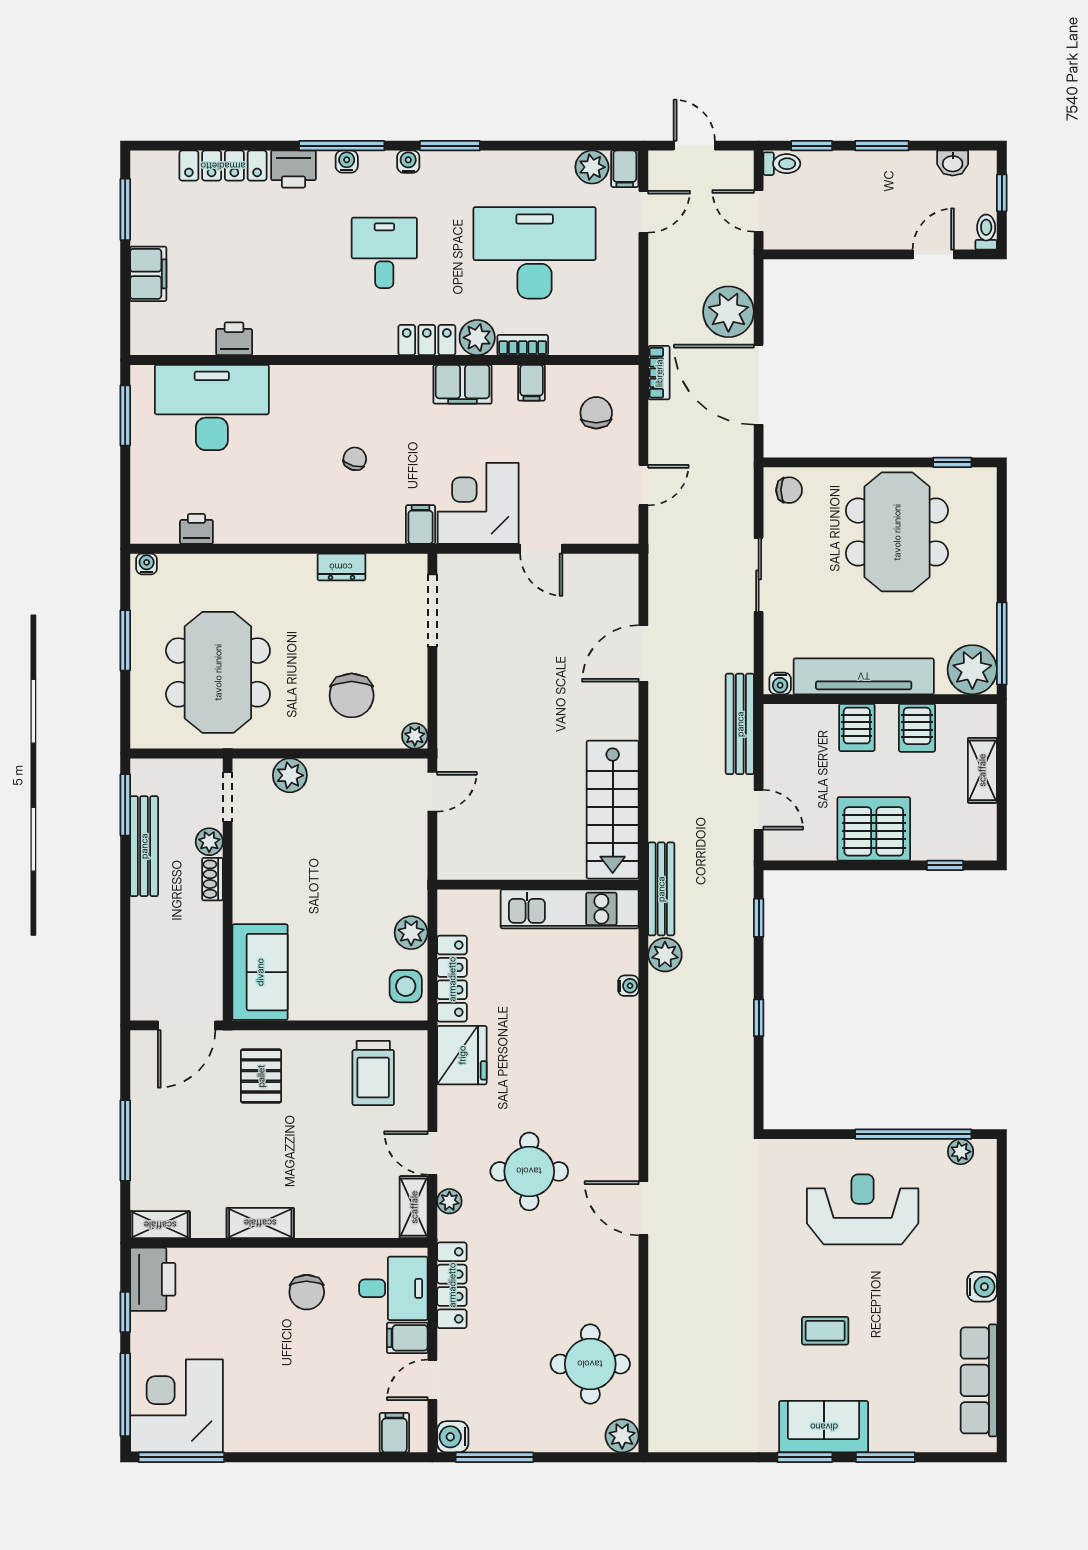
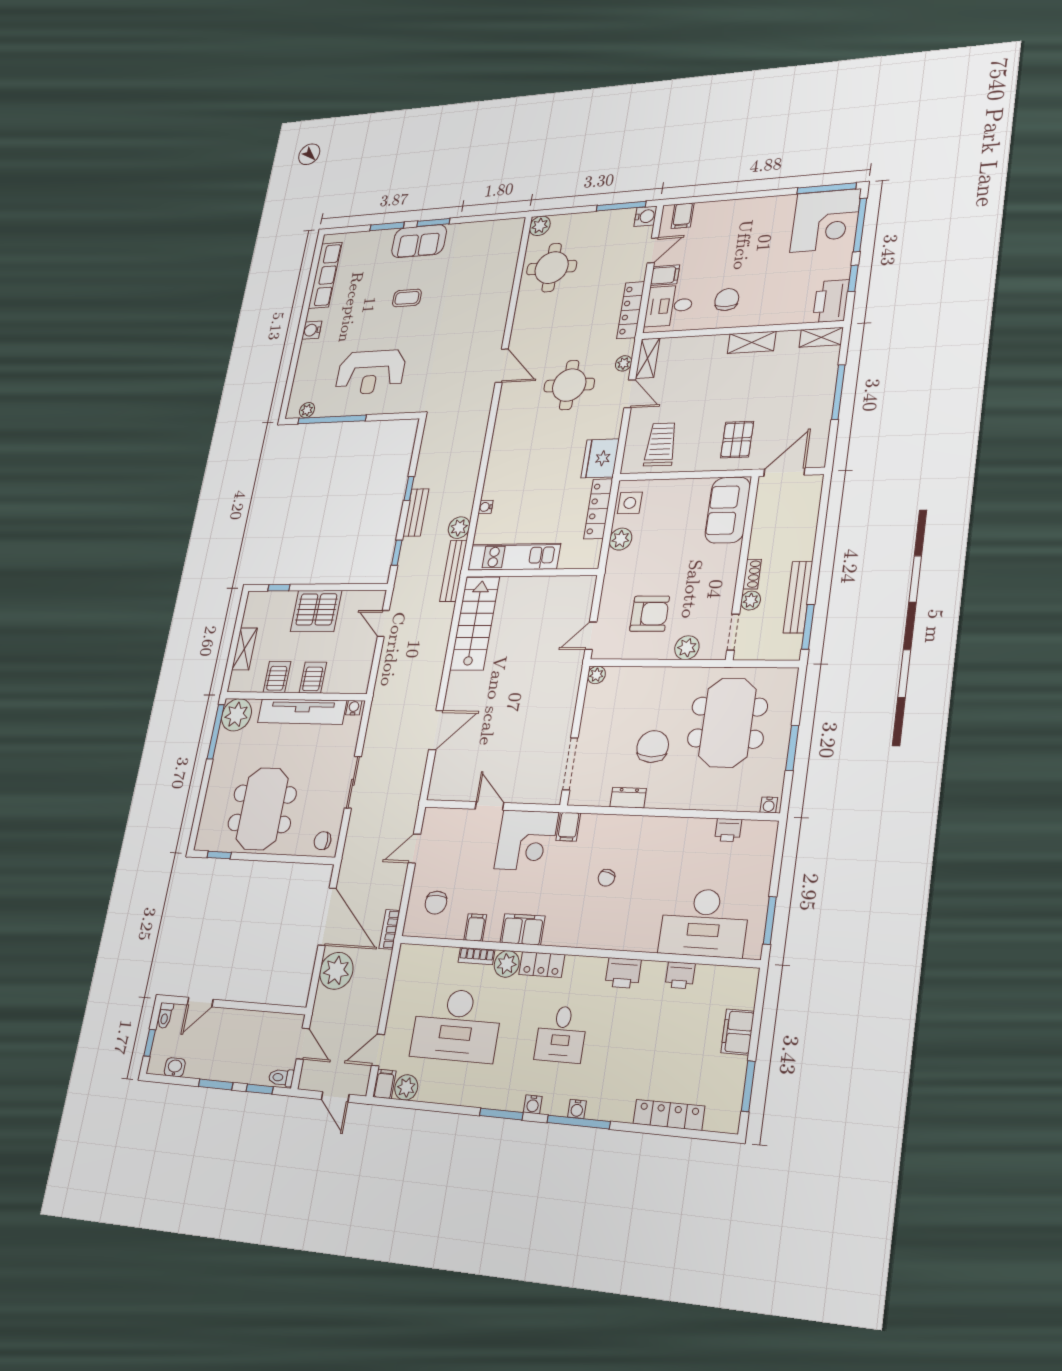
printer: (293, 169) -> (623, 973), moved, turned 180
chair: (352, 695) -> (653, 747), moved
bench: (740, 724) -> (416, 512), moved, width x0.73
armchair: (351, 823) -> (650, 614), added

